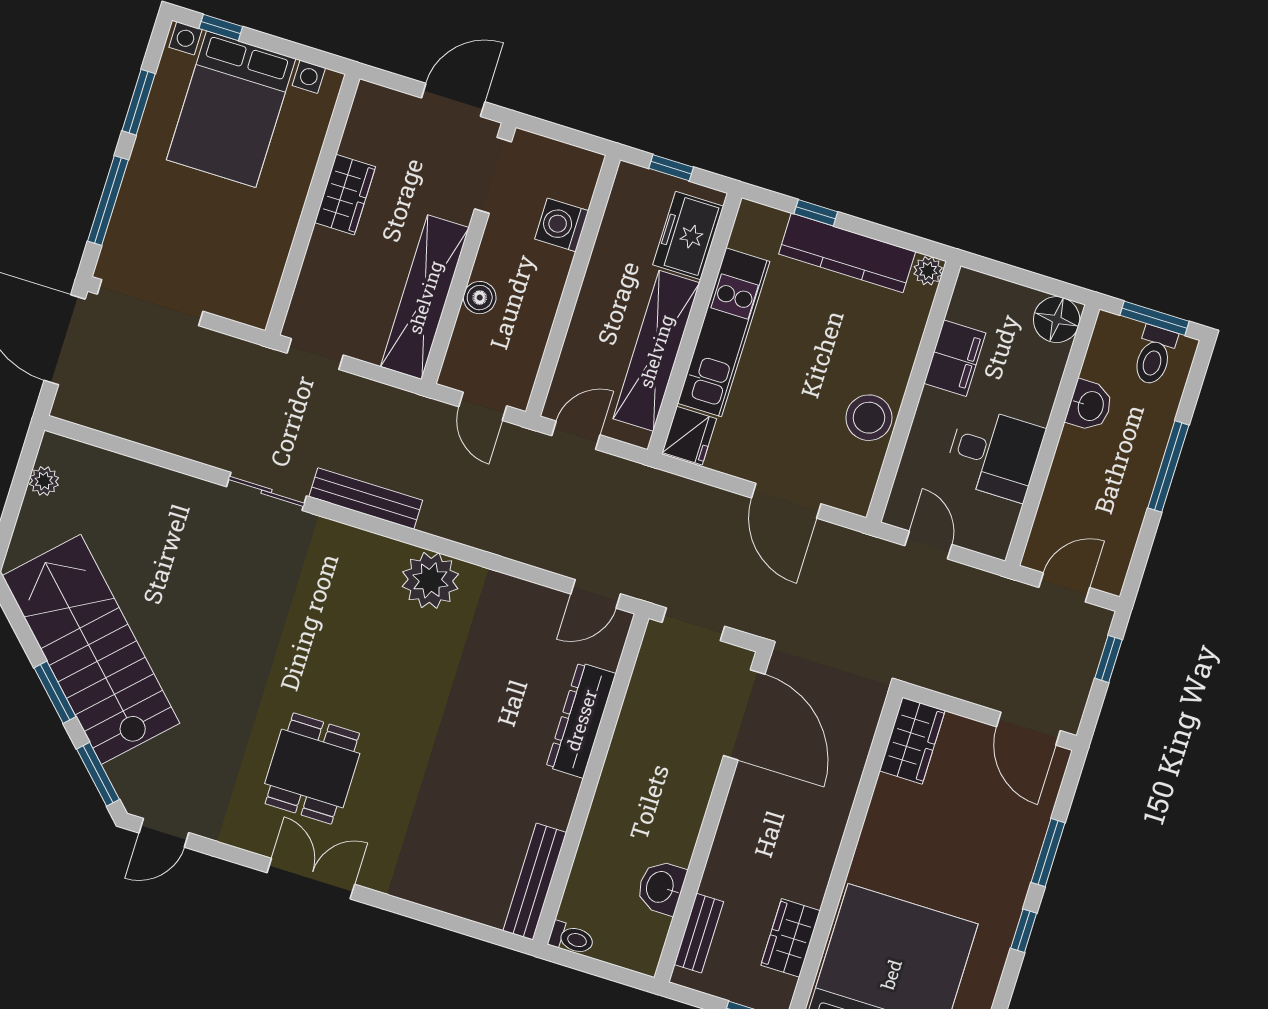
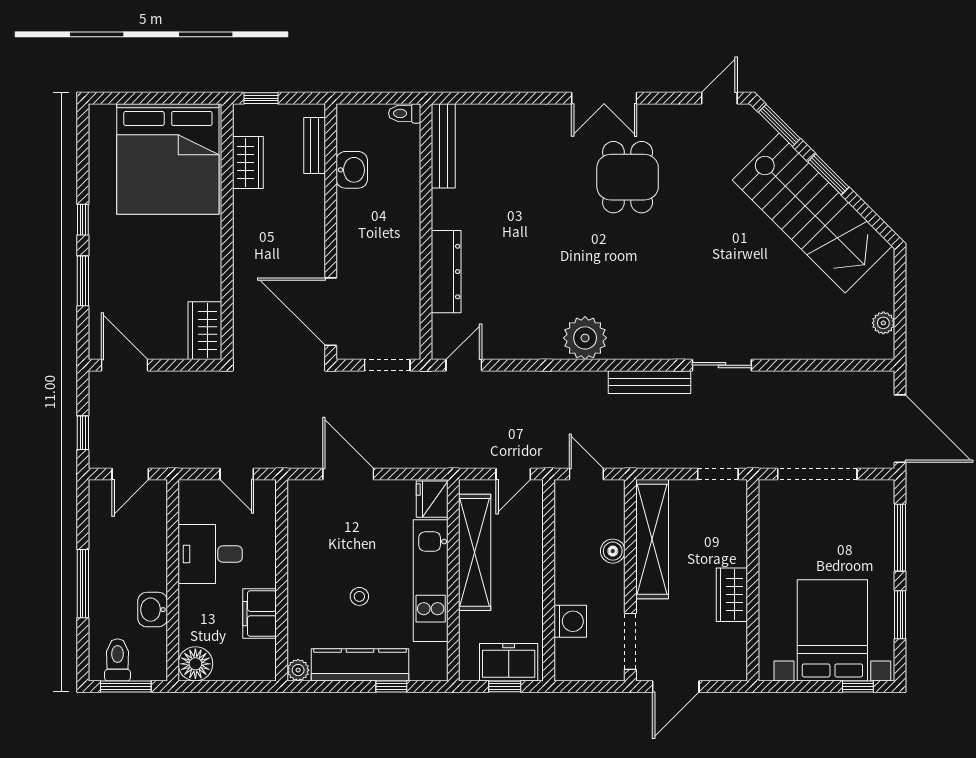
freezer: (688, 236) -> (509, 662), moved, turned -90
doorway: (150, 303) -> (817, 474), moved
stool: (869, 418) -> (359, 596), moved, width x0.53, depth x0.53

